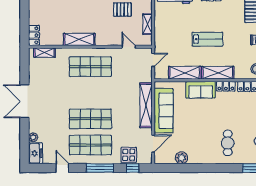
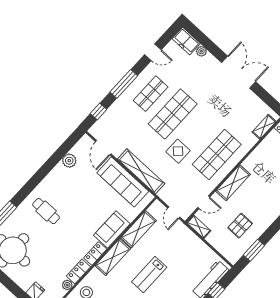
shelving: (147, 24) -> (199, 227), moved
shelving: (79, 39) -> (233, 183), moved
shop shelf: (90, 145) -> (151, 94), width x0.70, depth x0.74
display table: (129, 155) -> (178, 151), moved

